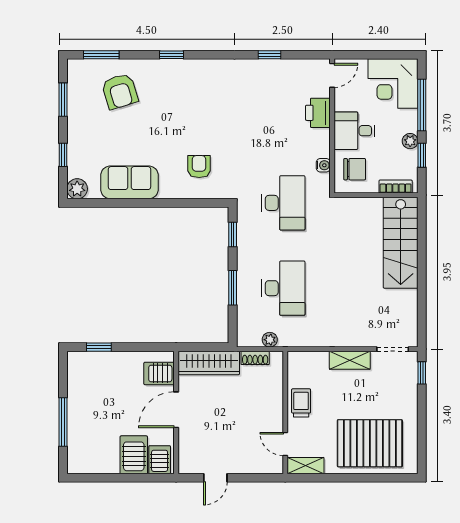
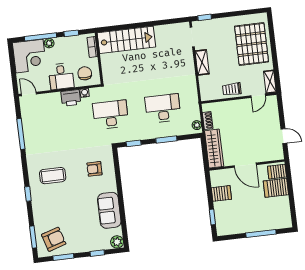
window: (269, 55) -> (21, 134), width x2.17
armchair: (120, 91) -> (54, 239), moved
coffee table: (196, 98) -> (53, 176), added
printer: (318, 113) -> (71, 98), moved
plant: (410, 141) -> (49, 43), moved
plant: (270, 340) -> (197, 125), moved
server rack: (159, 373) -> (221, 193), moved, turned -90

